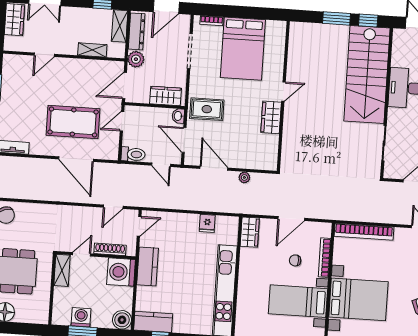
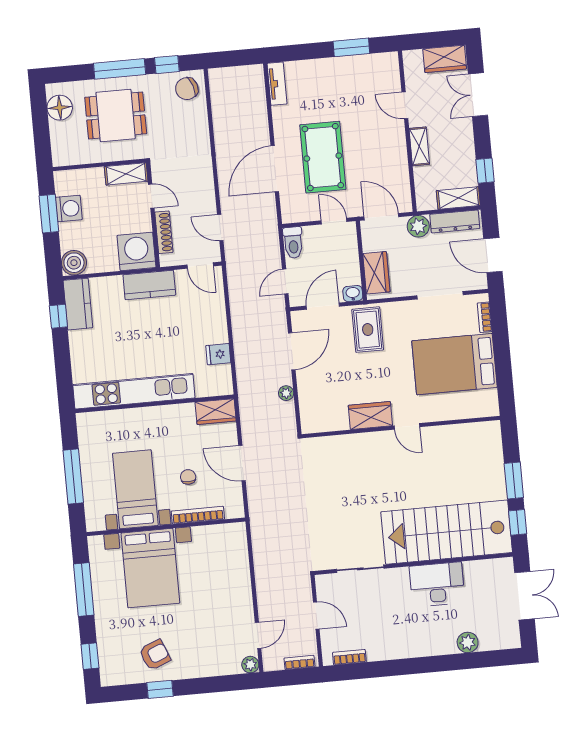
shelving: (92, 50) -> (419, 146), moved
bookcase: (364, 232) -> (240, 561), removed

